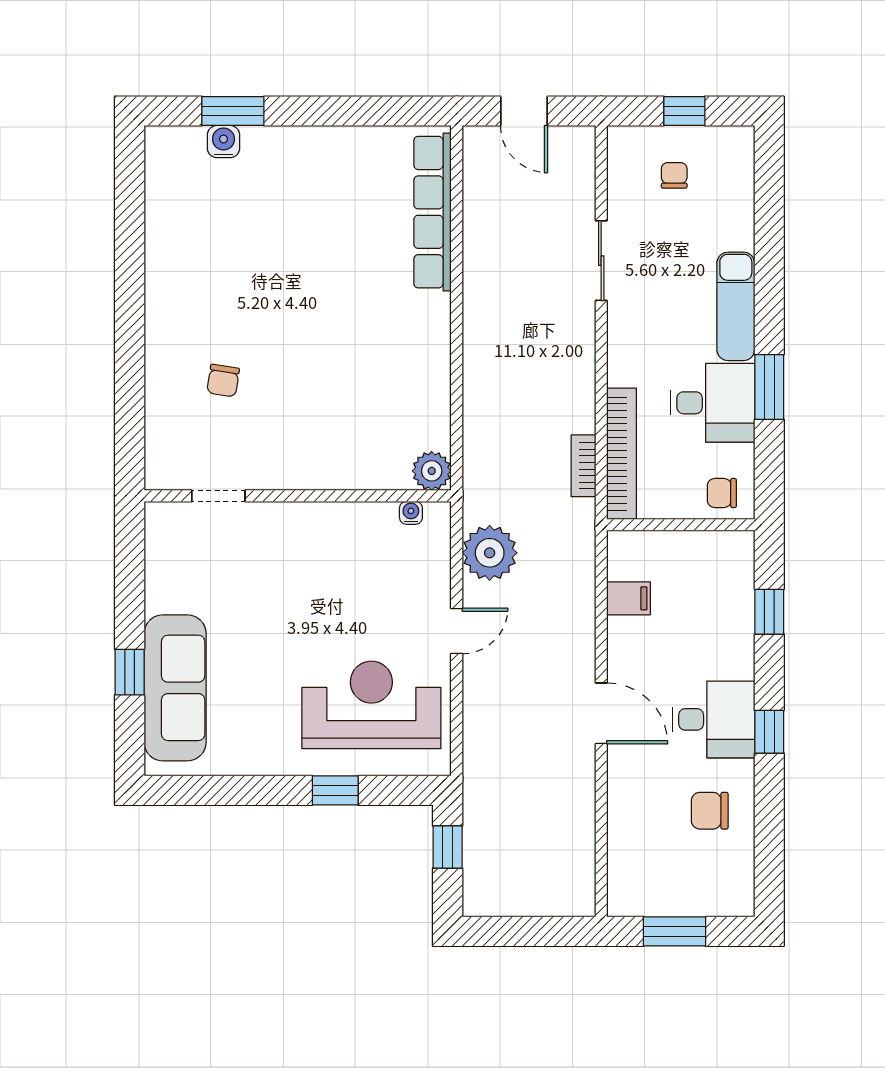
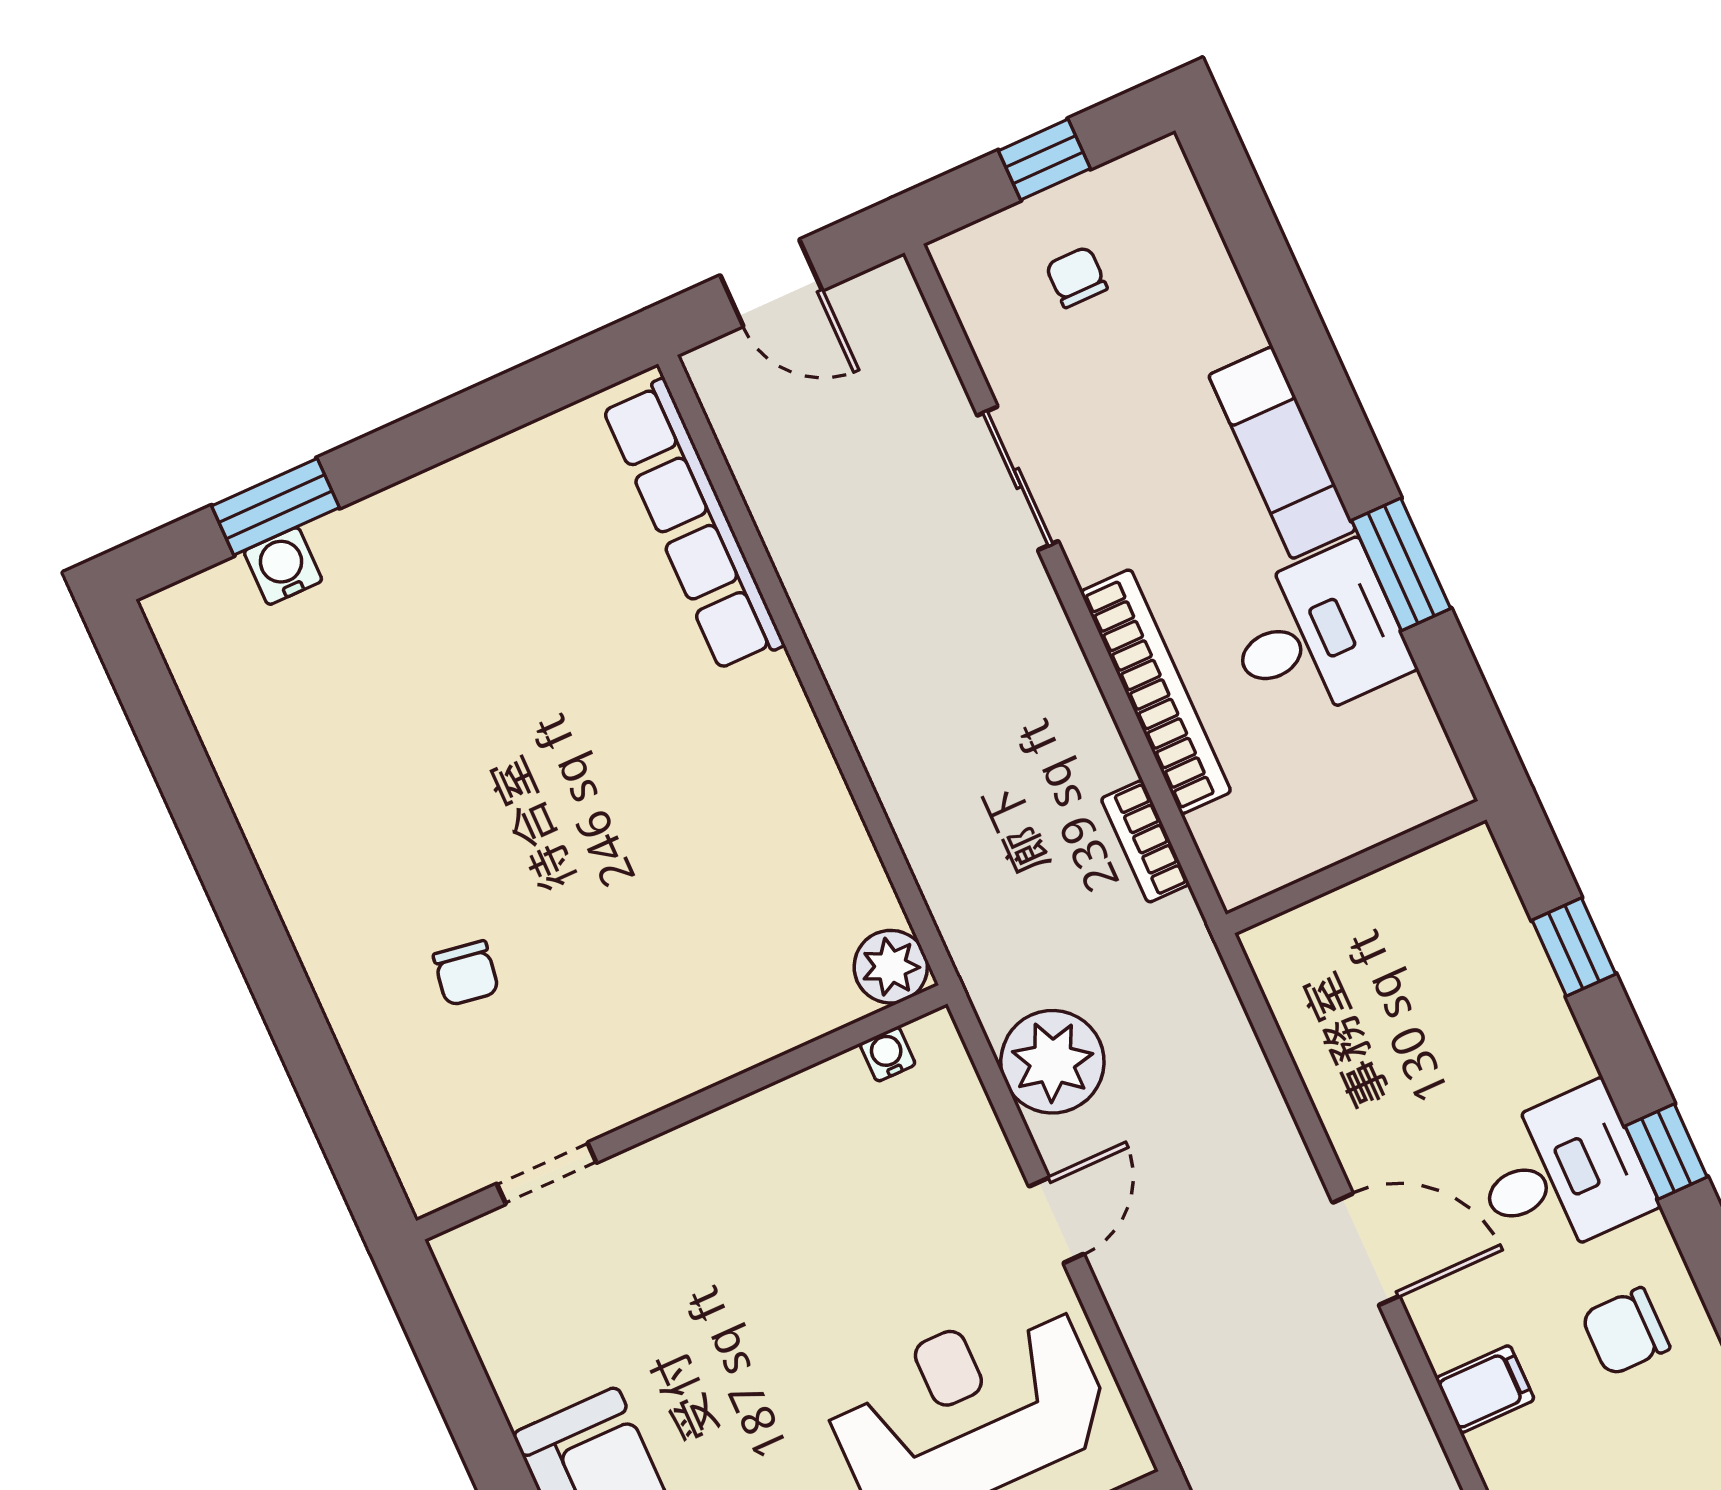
bookcase: (622, 454) -> (1156, 692), moved
chair: (722, 493) -> (1402, 781), removed
filing cabinet: (629, 598) -> (1485, 1389), moved

